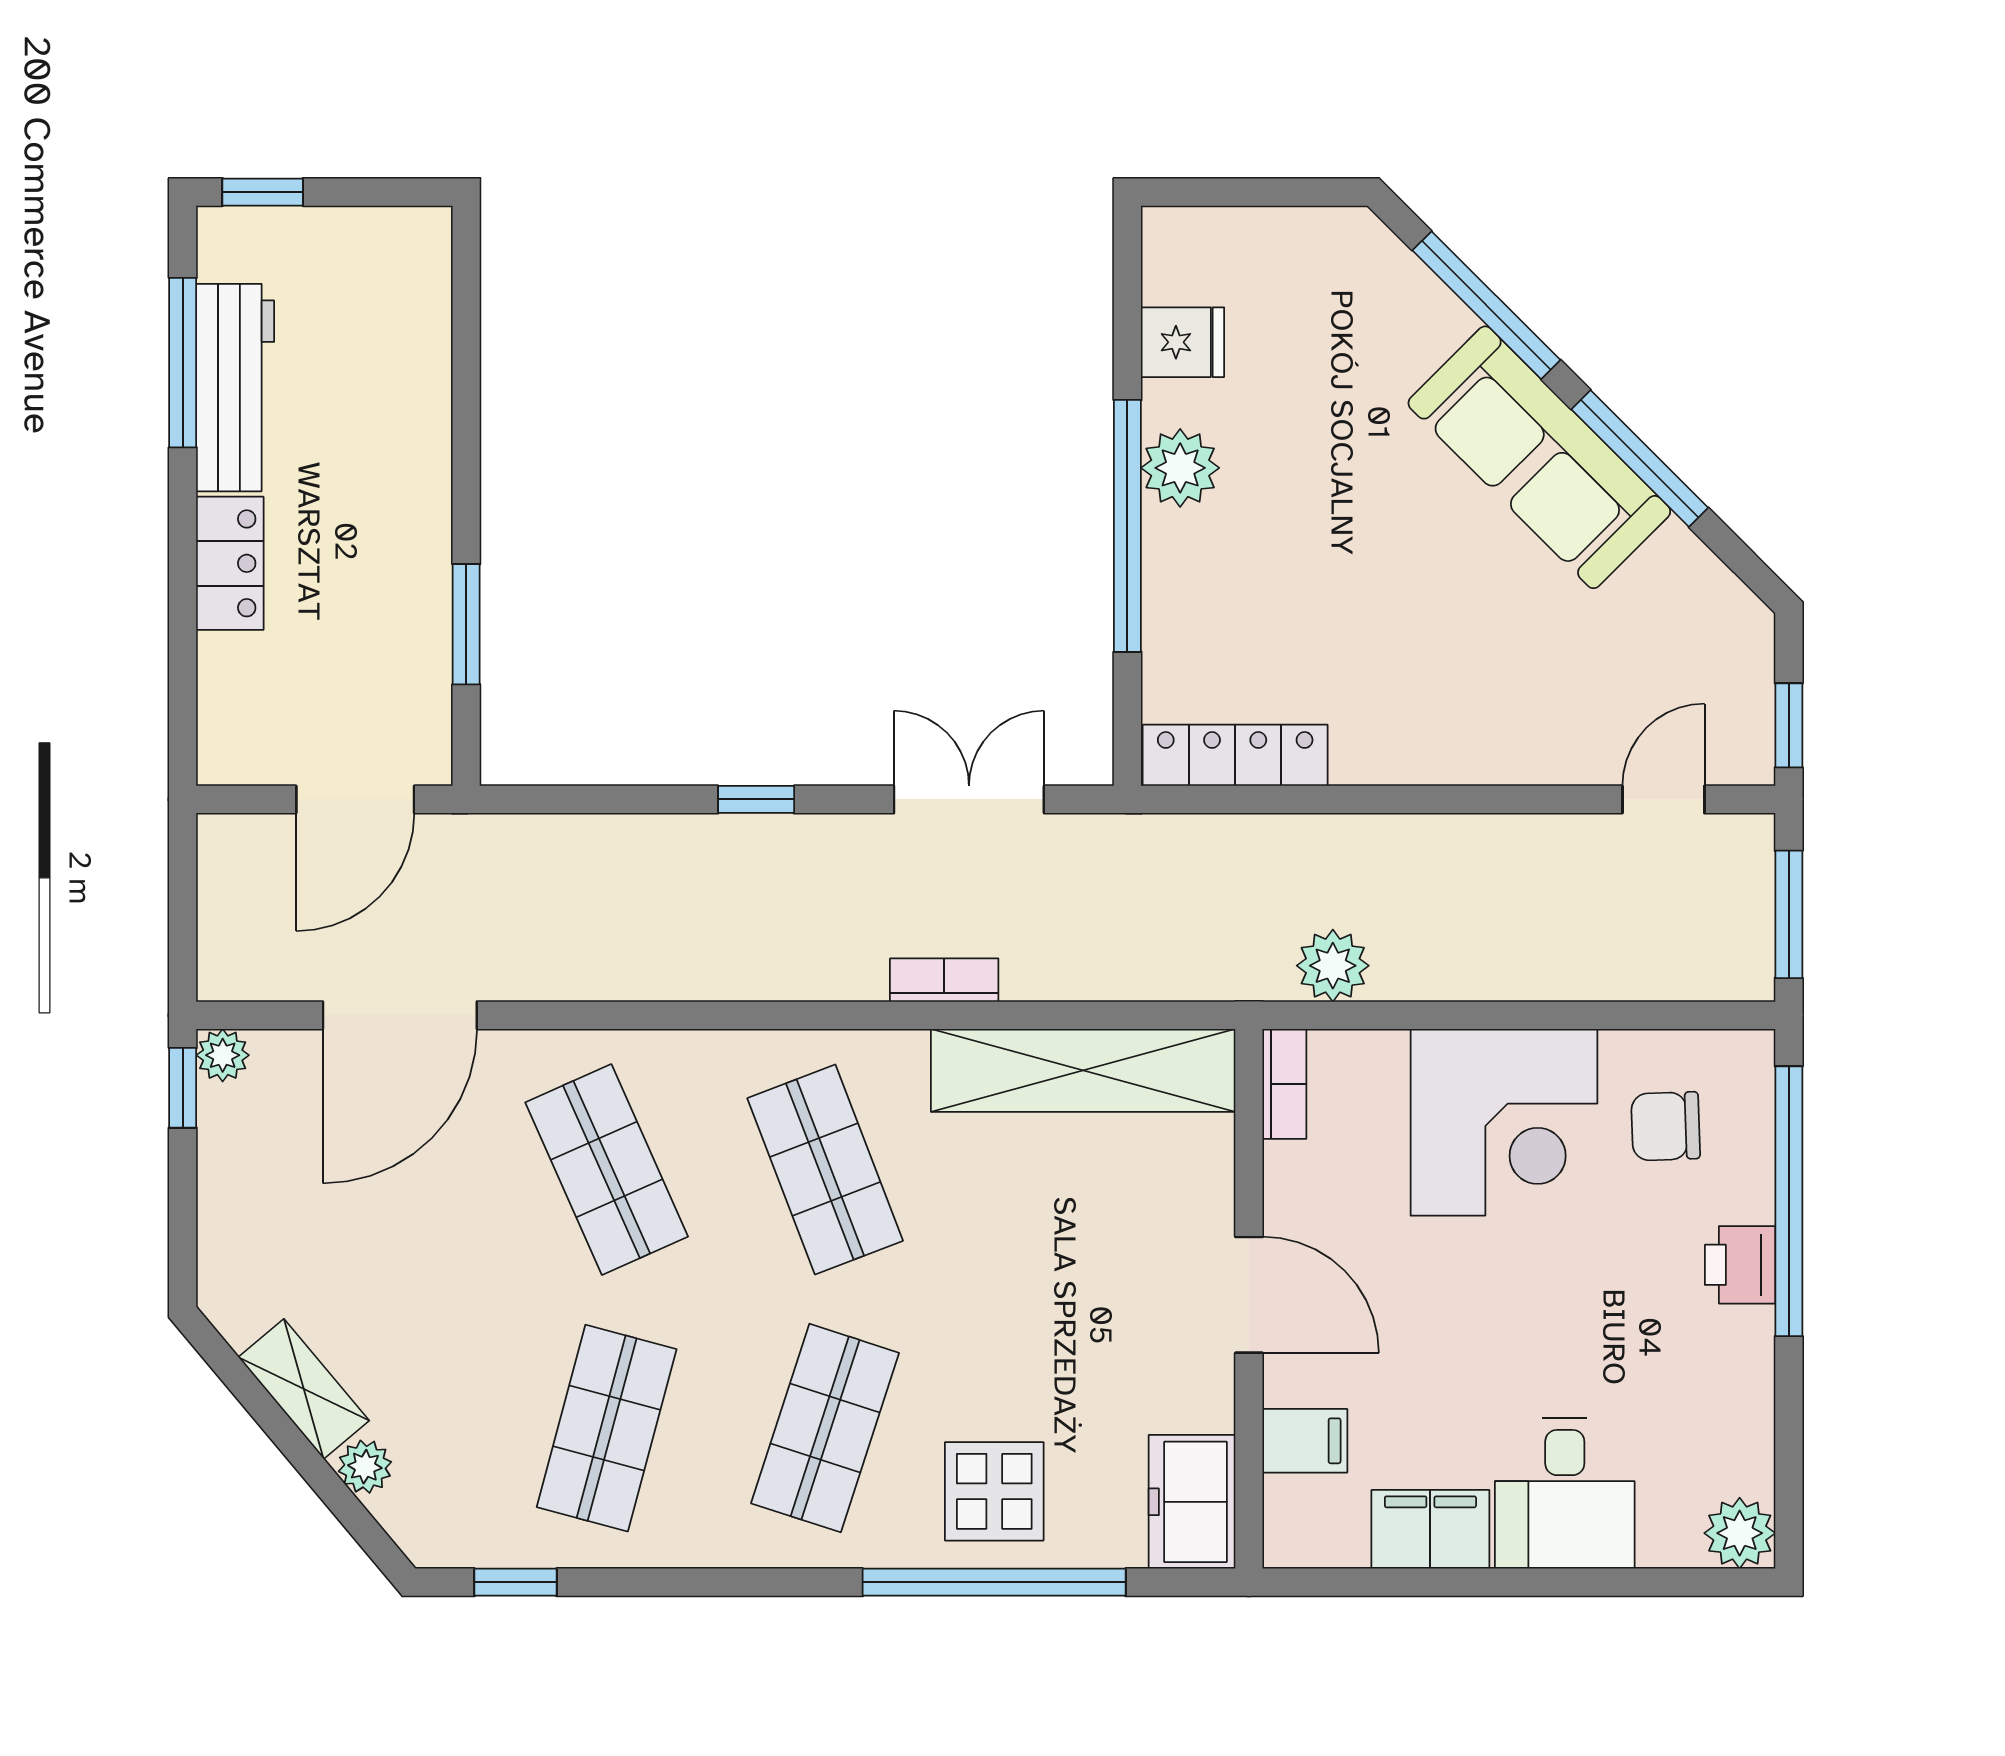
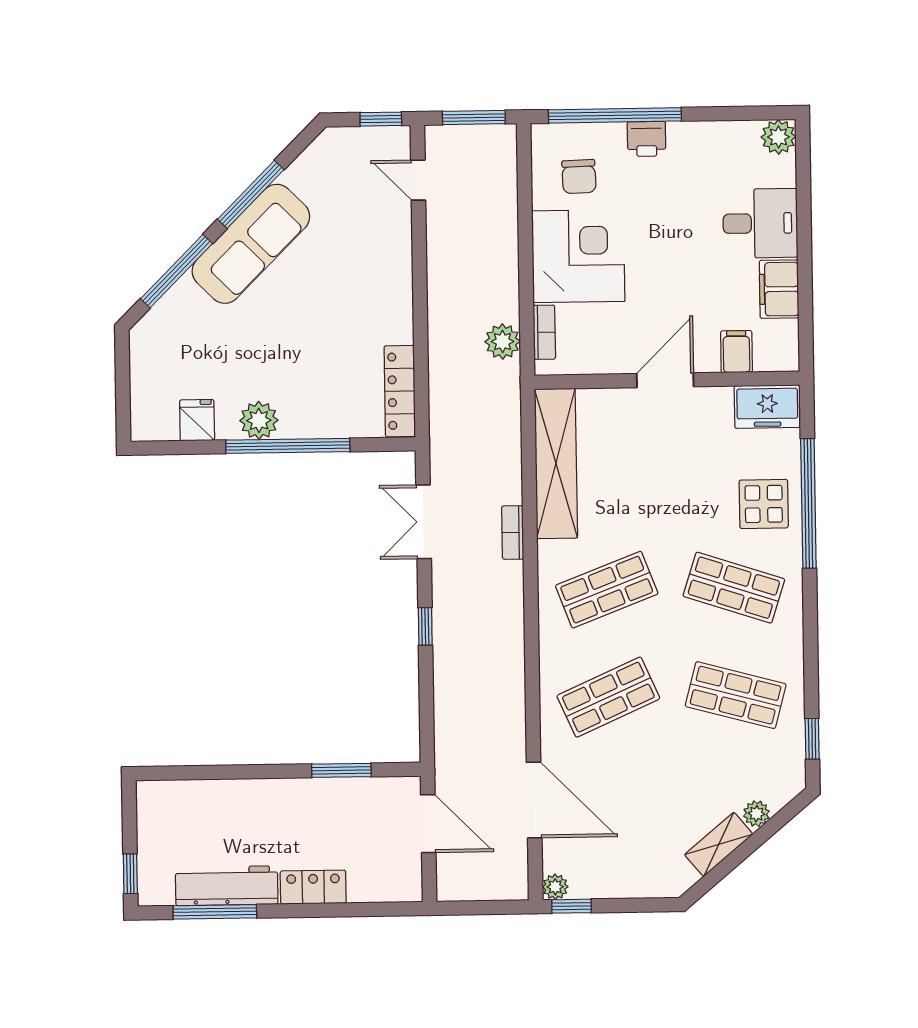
bookcase: (1284, 1084) -> (544, 332), moved, turned 90

